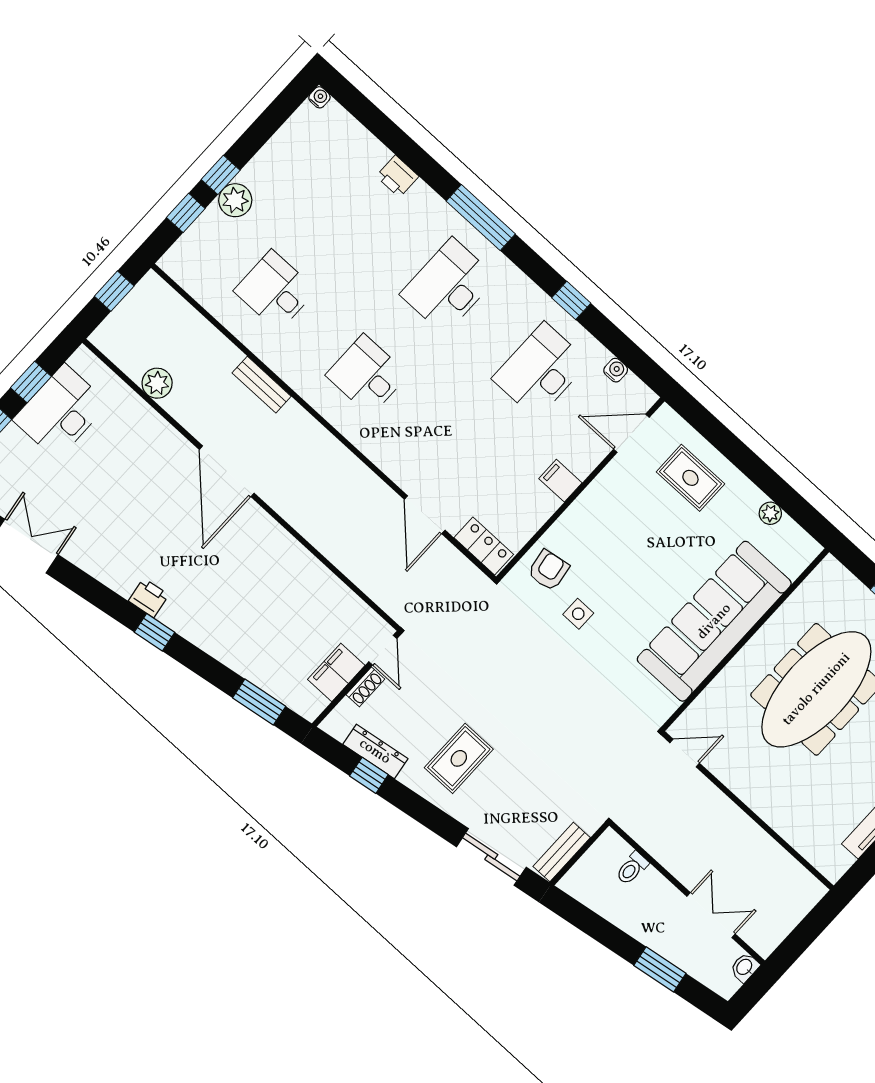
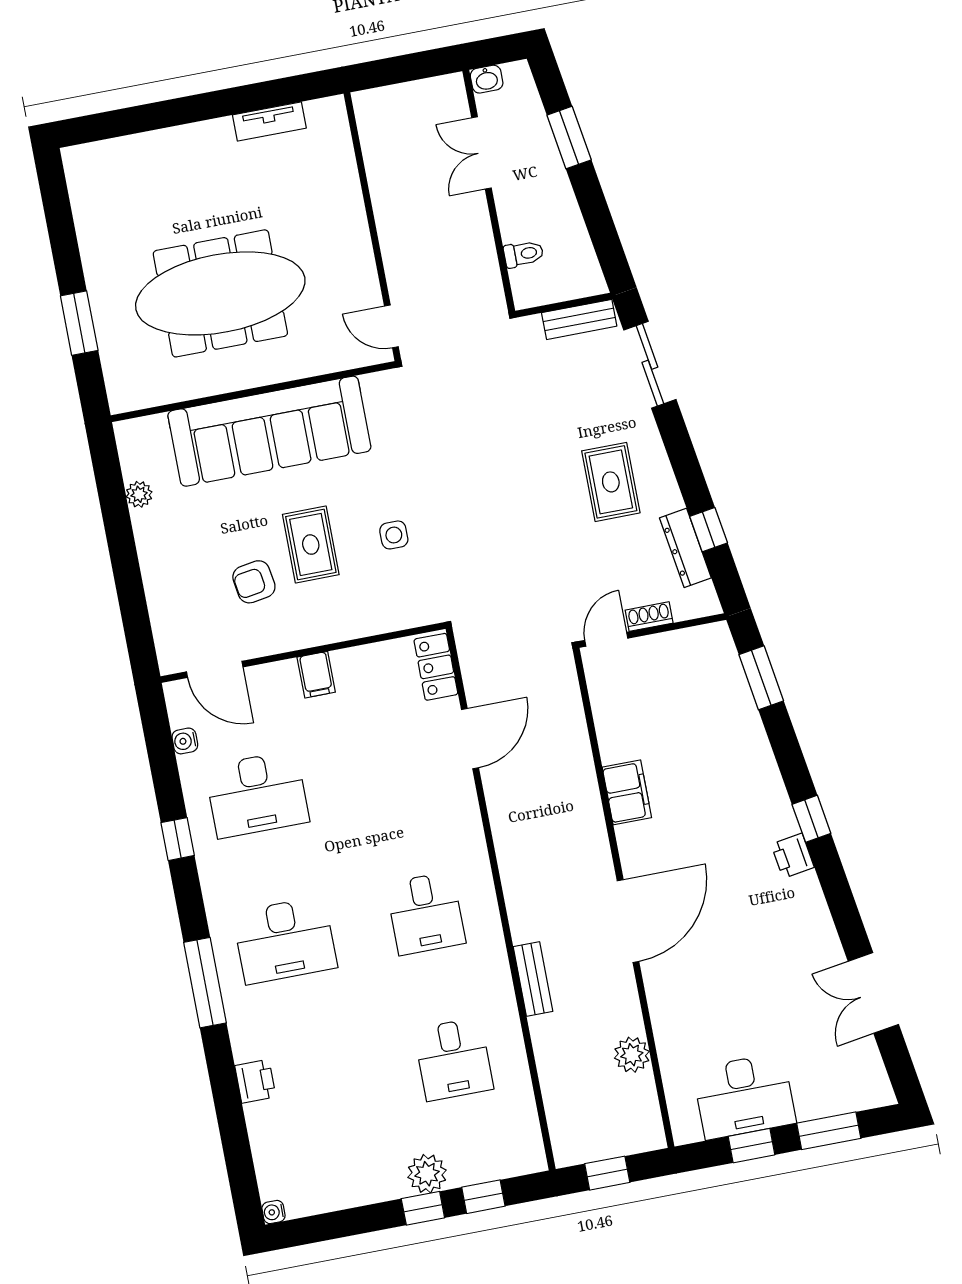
rug: (690, 478) -> (311, 545), moved
armchair: (548, 570) -> (254, 582), moved
filing cabinet: (336, 672) -> (627, 792), moved, turned -90
rug: (459, 758) -> (611, 482), turned 90

